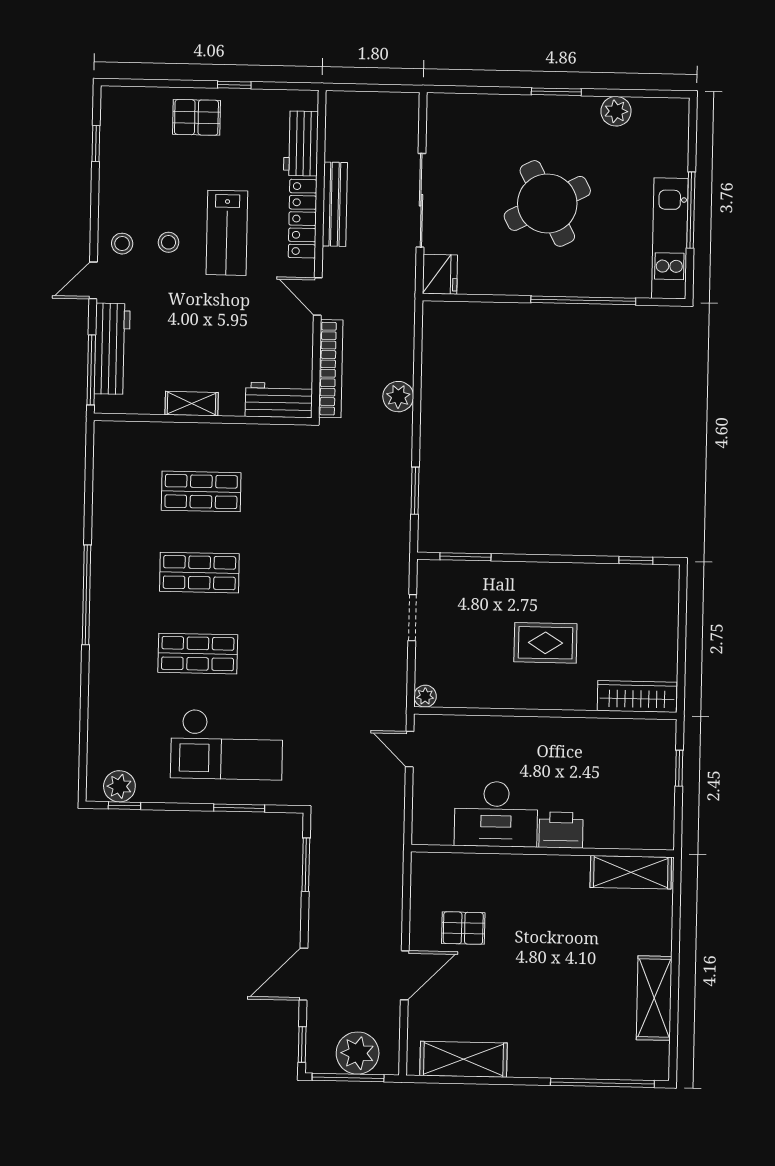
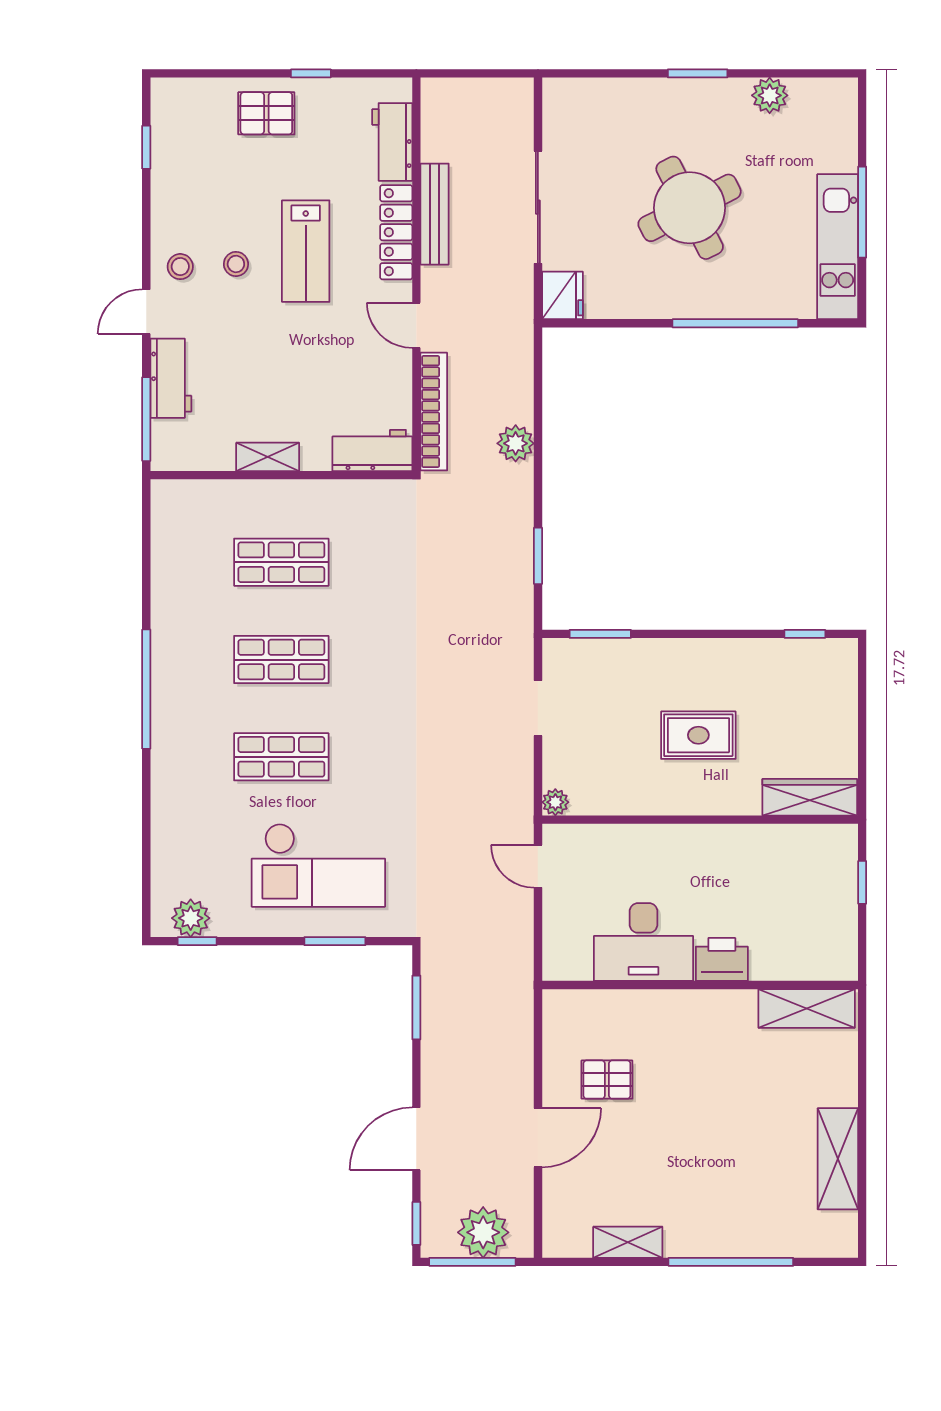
workbench: (112, 349) -> (171, 378), width x0.73
shelving: (463, 1059) -> (628, 1242), width x0.67, depth x0.75
window: (602, 1083) -> (731, 1262), moved

